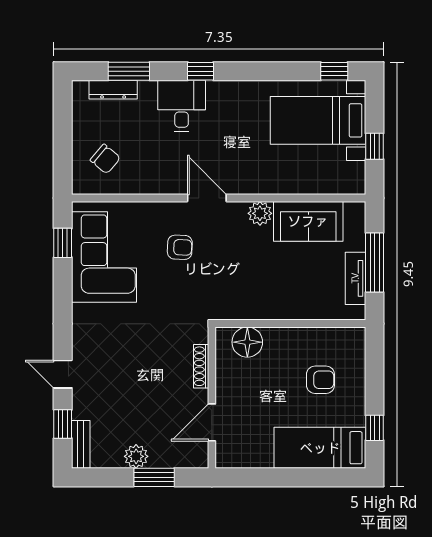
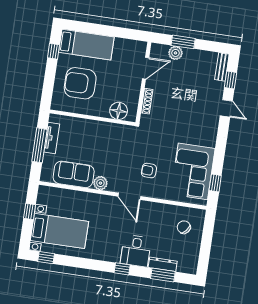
dresser: (113, 90) -> (163, 264), moved
armchair: (320, 380) -> (80, 83), width x1.88, depth x1.88
plant: (136, 456) -> (176, 53), moved

